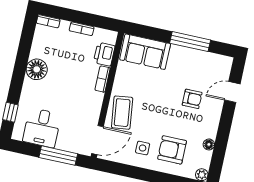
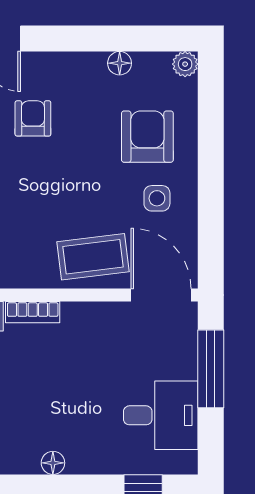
floor lamp: (37, 69) -> (53, 463), width x0.53, depth x0.53
armchair: (172, 150) -> (147, 137), turned 180

